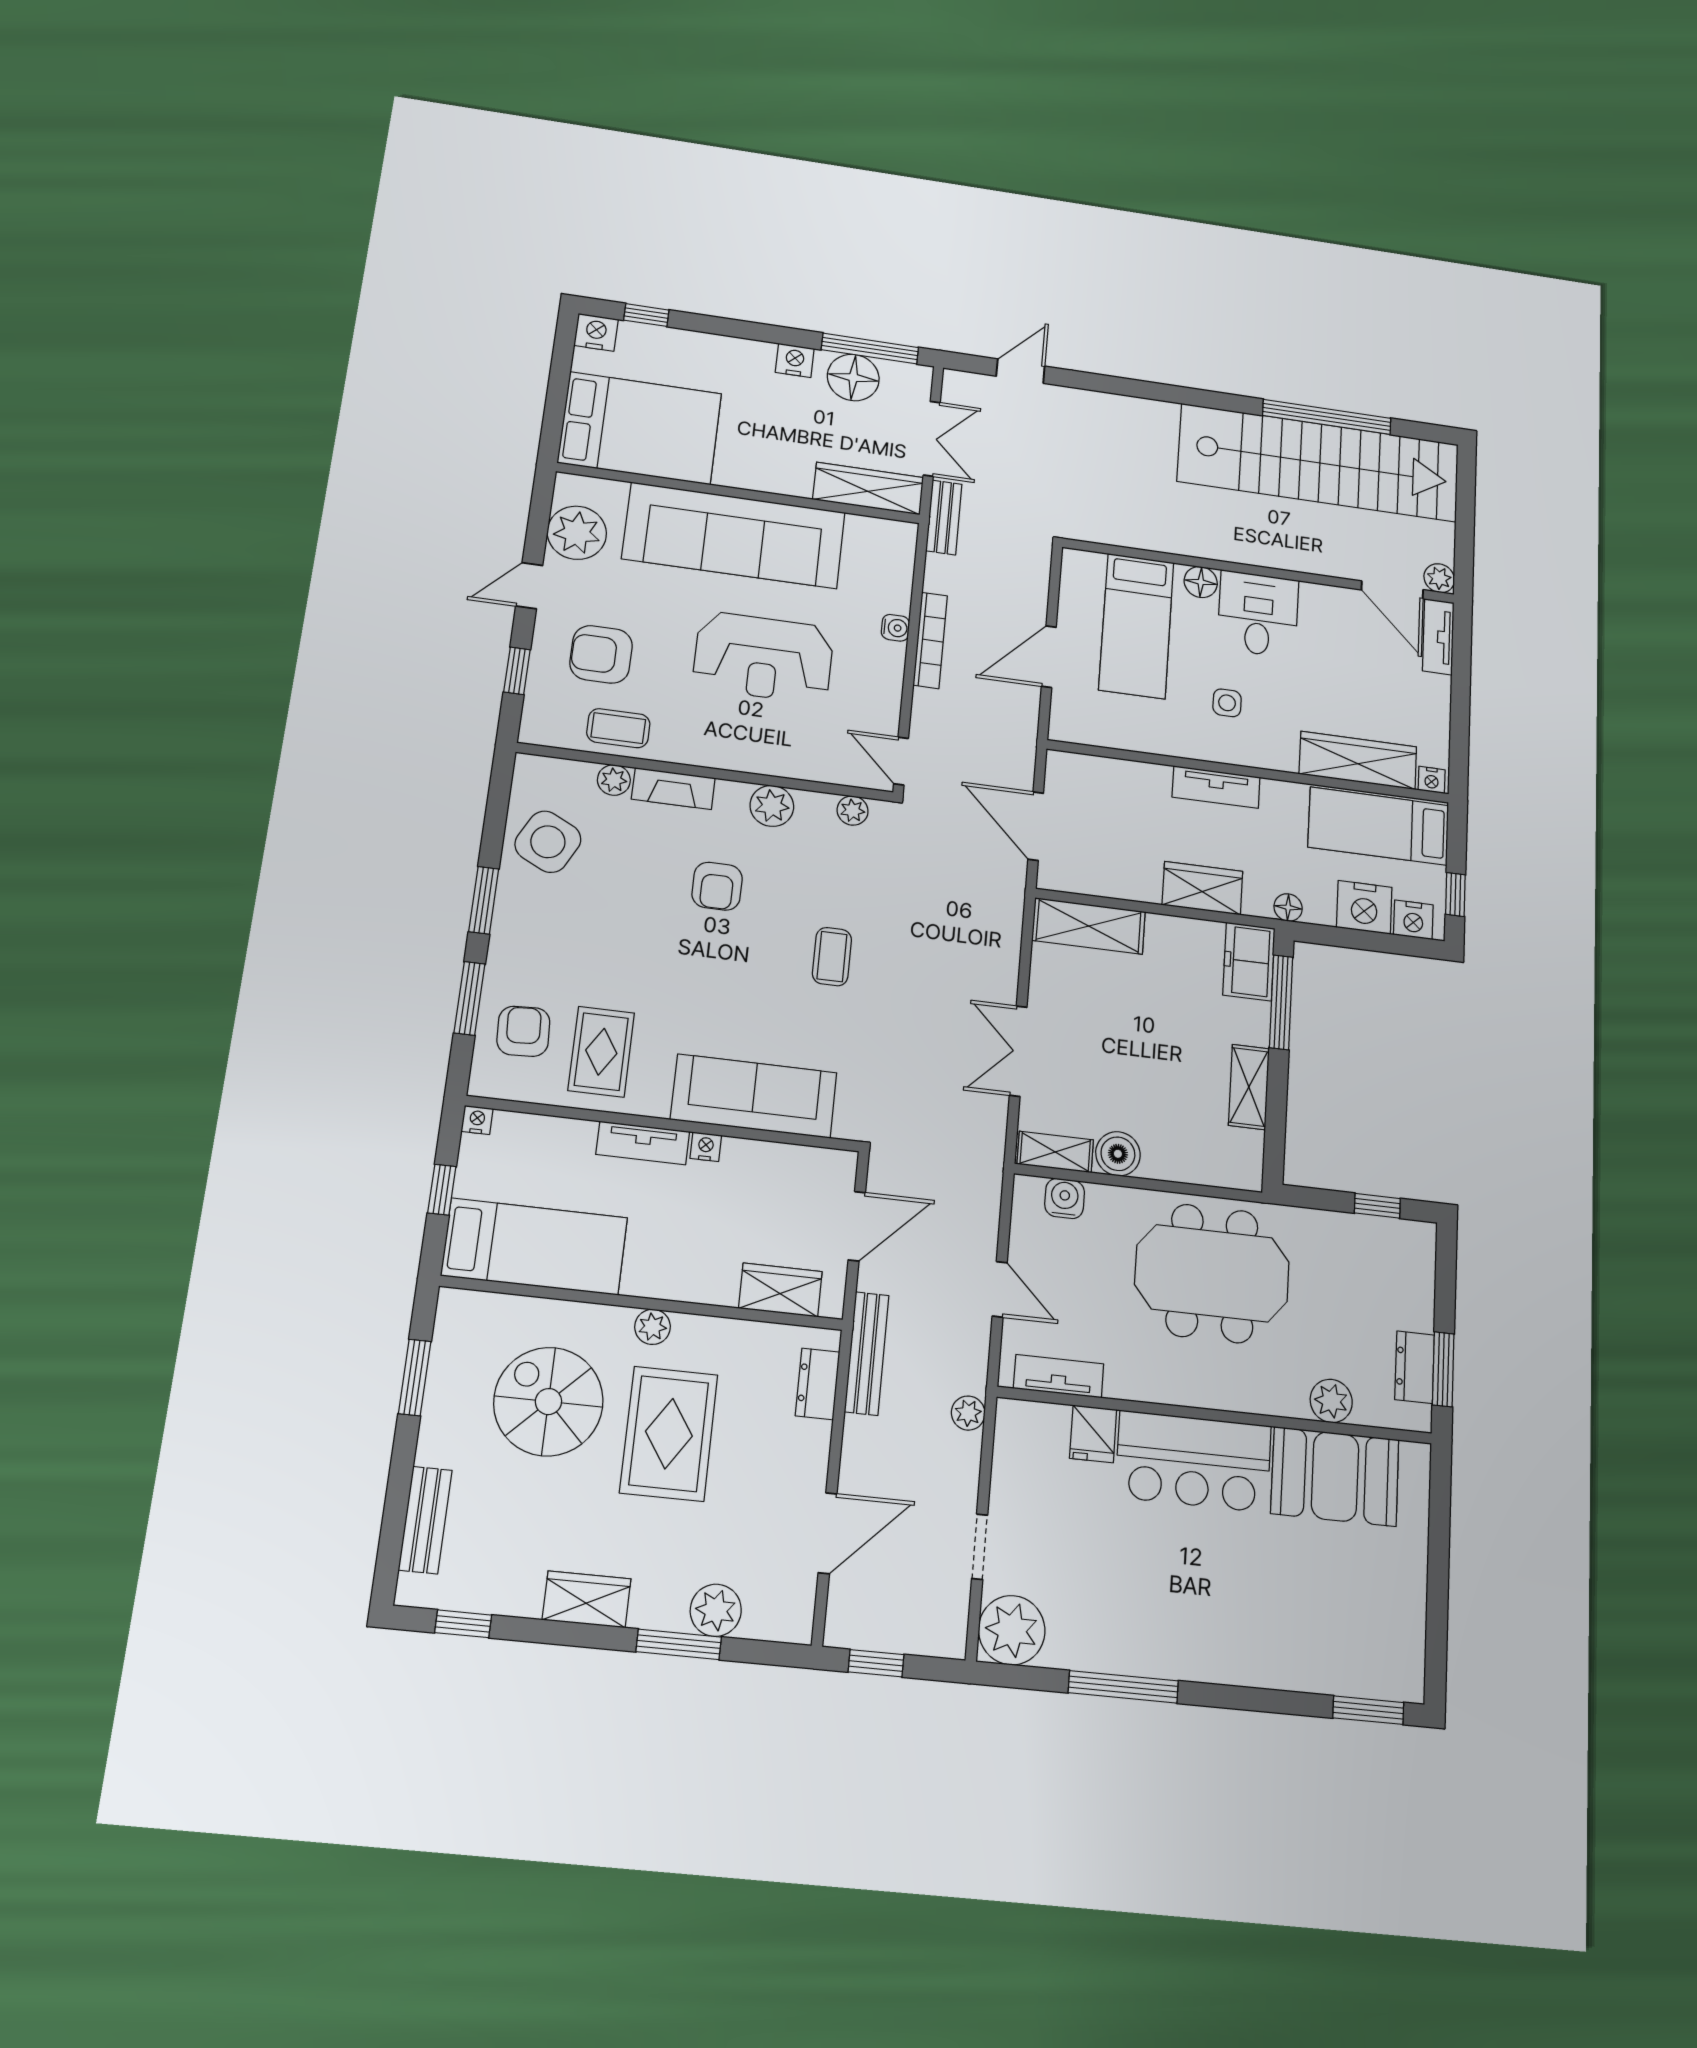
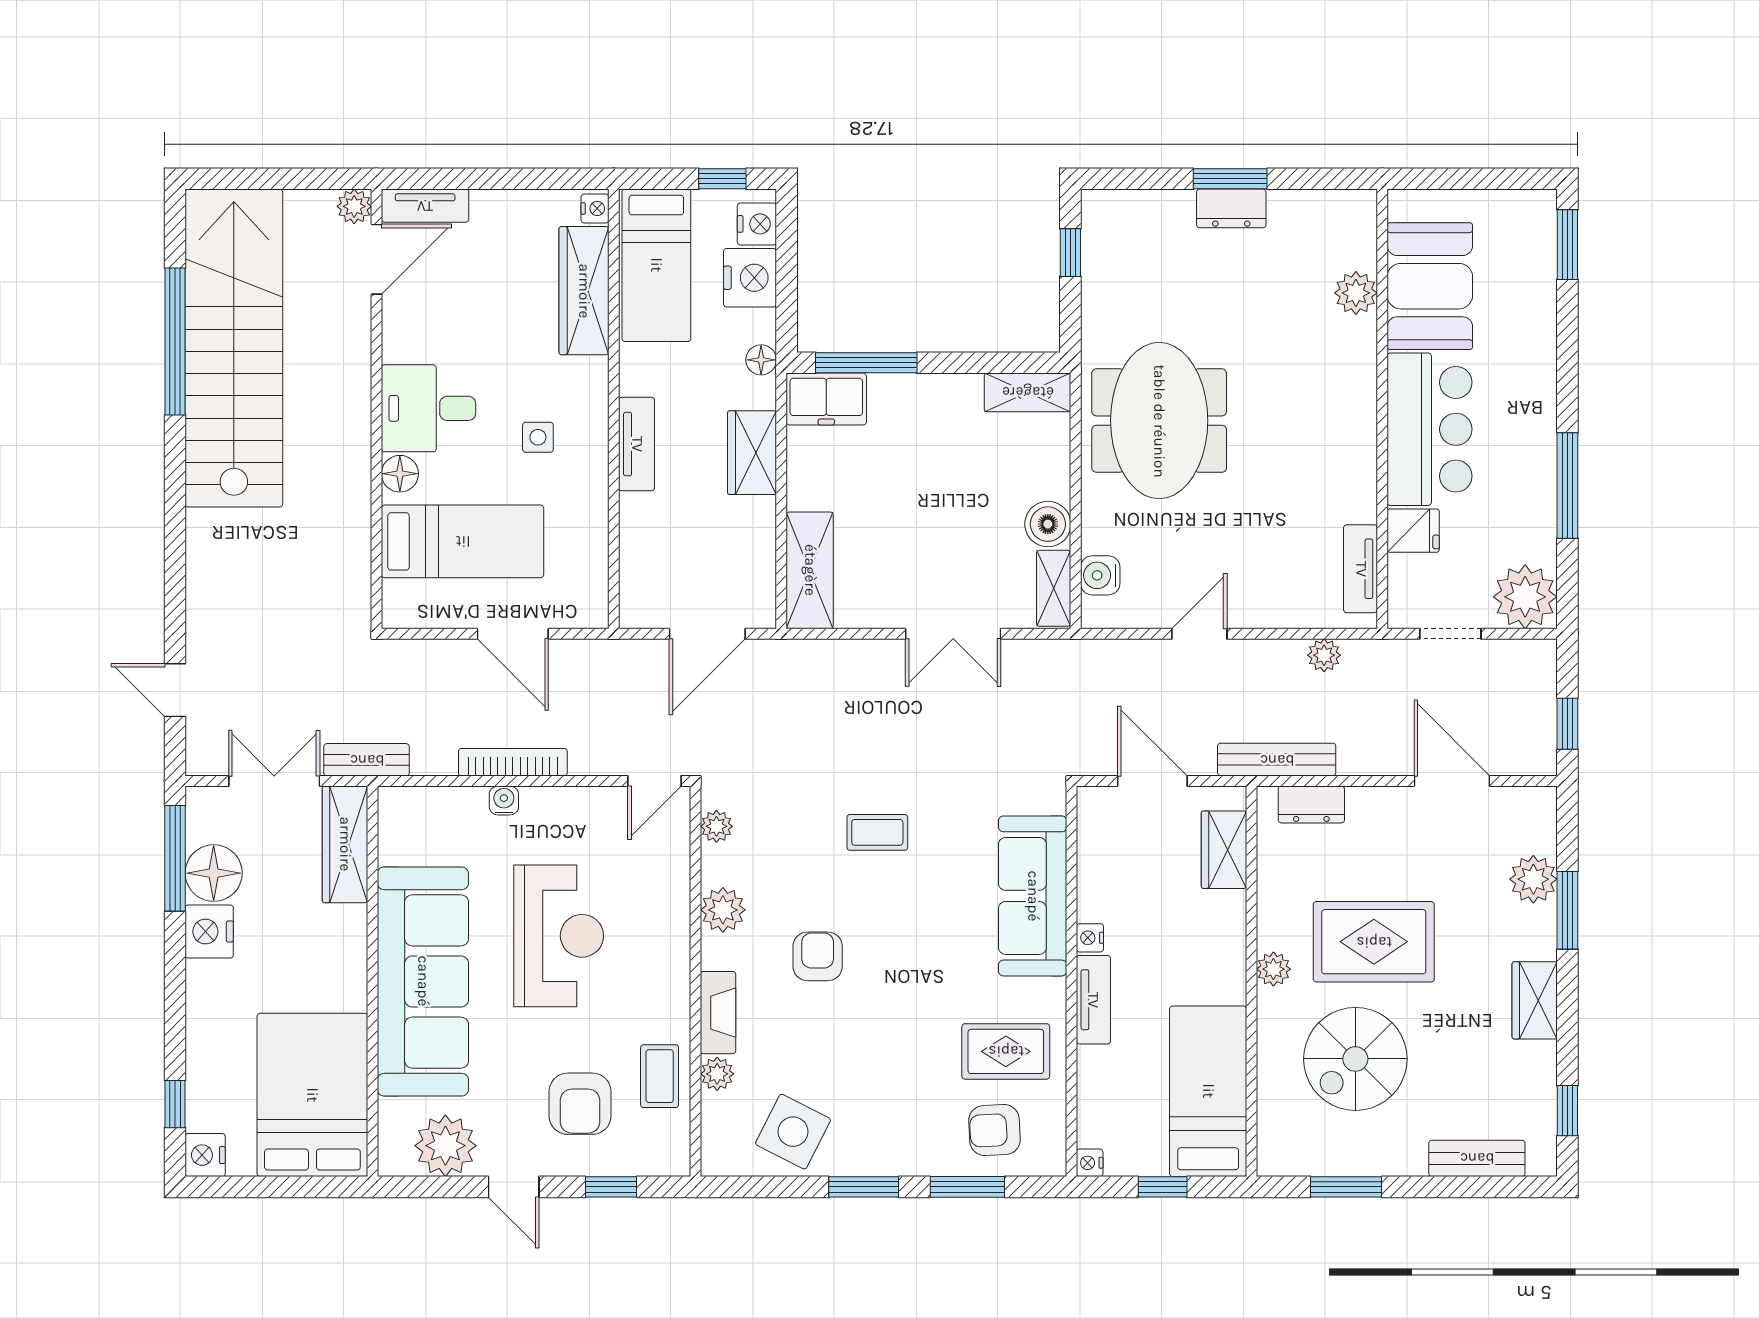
nightstand: (795, 360) -> (209, 931), width x1.36, depth x1.33
armchair: (717, 886) -> (818, 956), turned -90
shelving: (1249, 1087) -> (1028, 392), moved
tv unit: (1059, 1376) -> (1361, 569), moved
plant: (1331, 1401) -> (1356, 293), moved
wall: (1216, 1415) -> (1382, 409), moved
fridge: (1093, 1434) -> (1413, 531), moved
bar counter: (1193, 1461) -> (1430, 429), moved
booth: (1335, 1476) -> (1430, 286), moved

